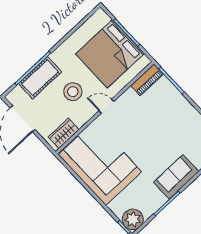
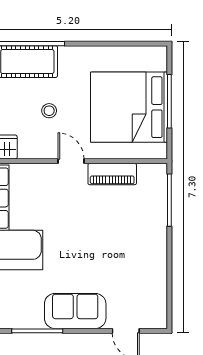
piano: (147, 80) -> (112, 174), moved
stool: (73, 92) -> (49, 111), width x0.53, depth x0.53

